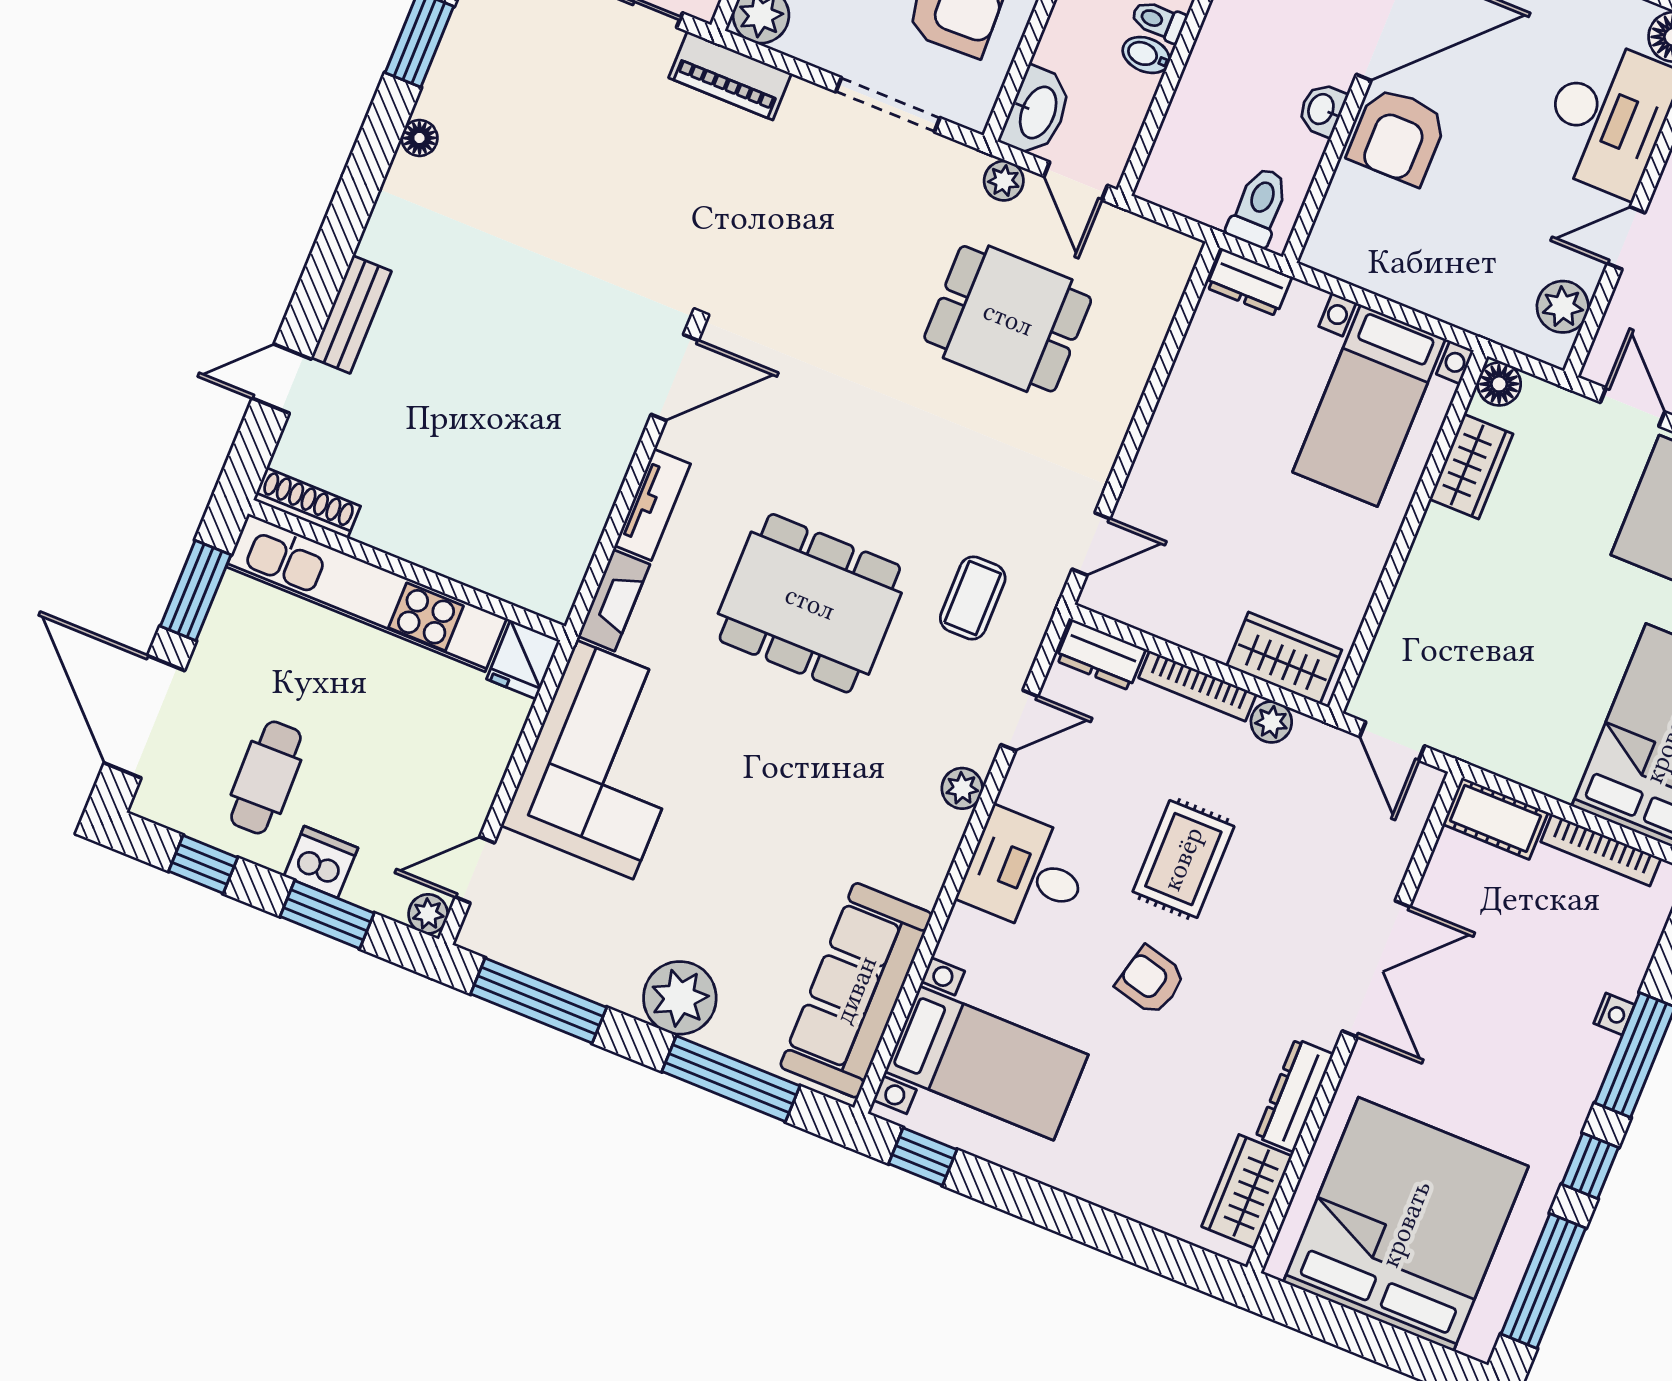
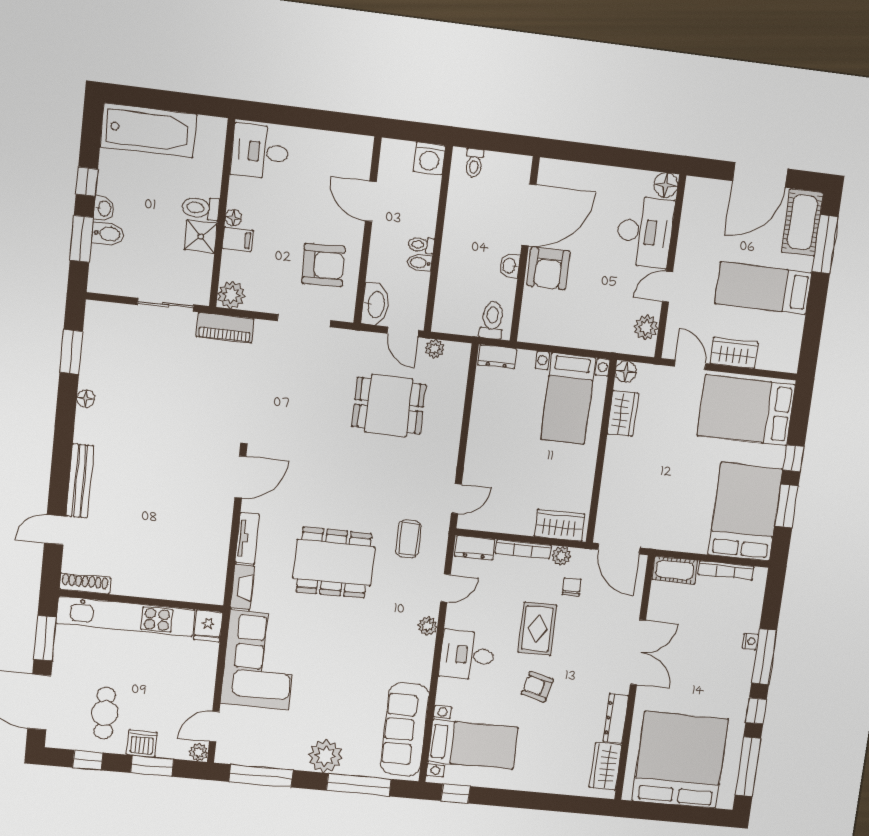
plant: (1004, 181) -> (435, 349), moved
bench: (351, 314) -> (80, 481), width x1.36
door: (1392, 741) -> (619, 549), width x1.38
chair: (1276, 792) -> (572, 587), added

